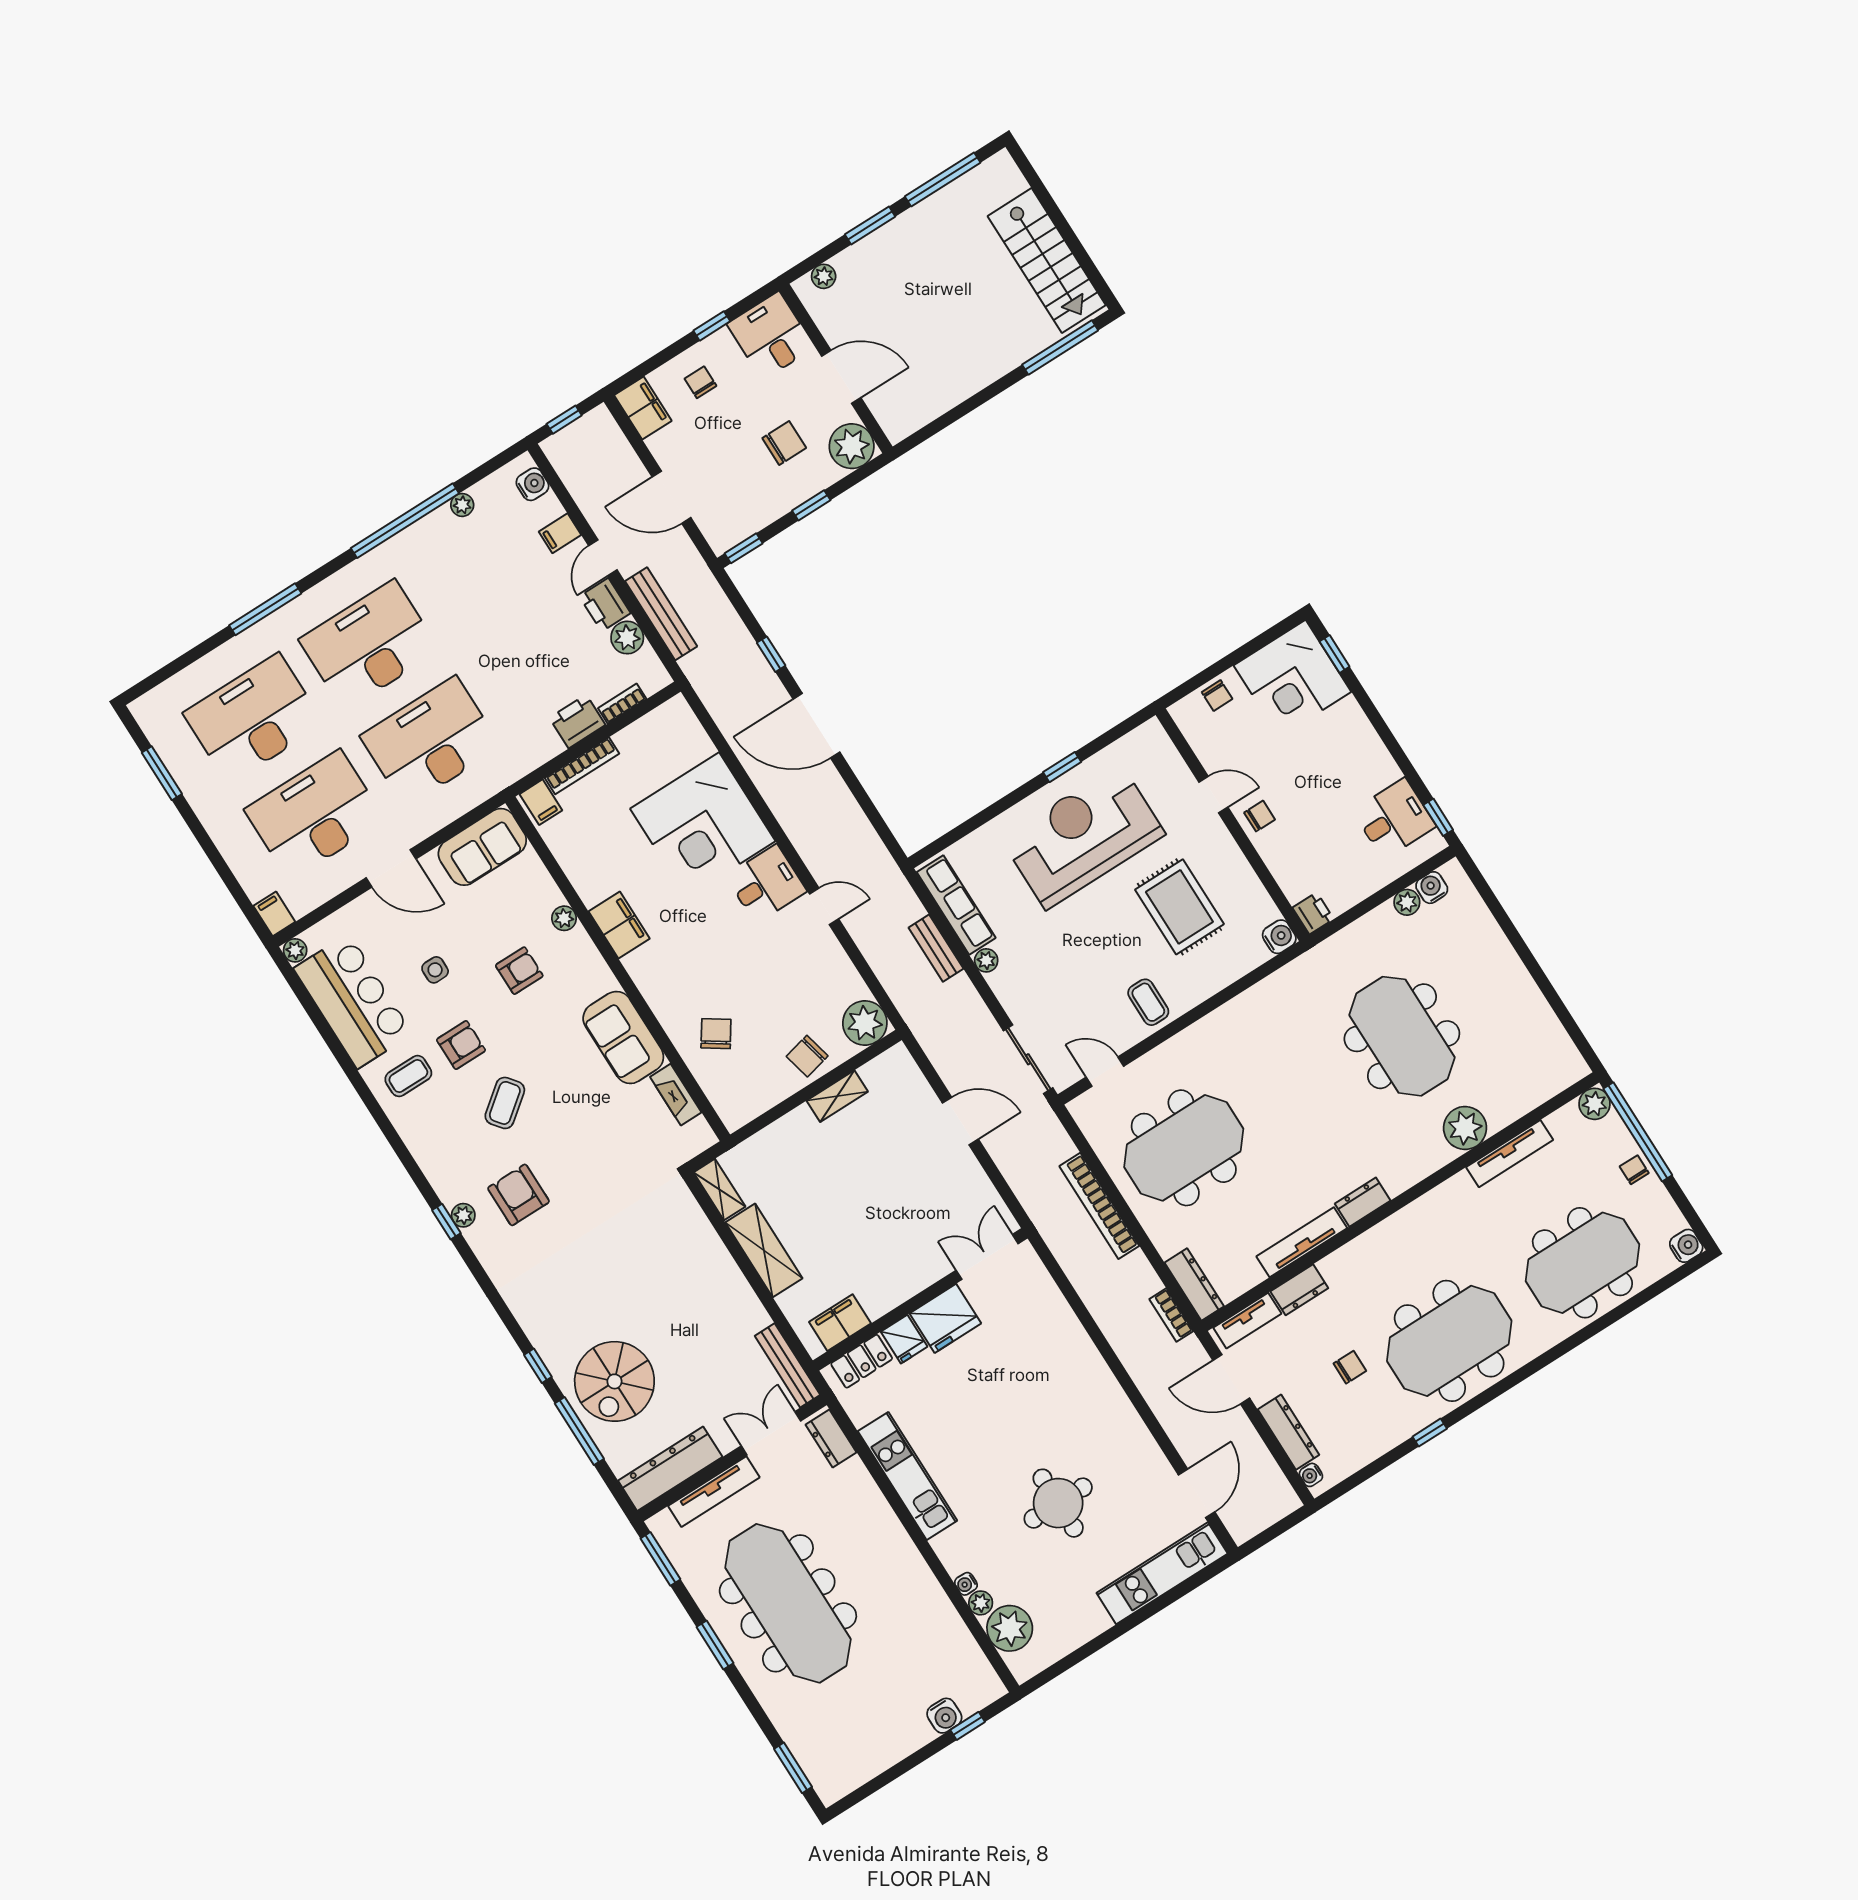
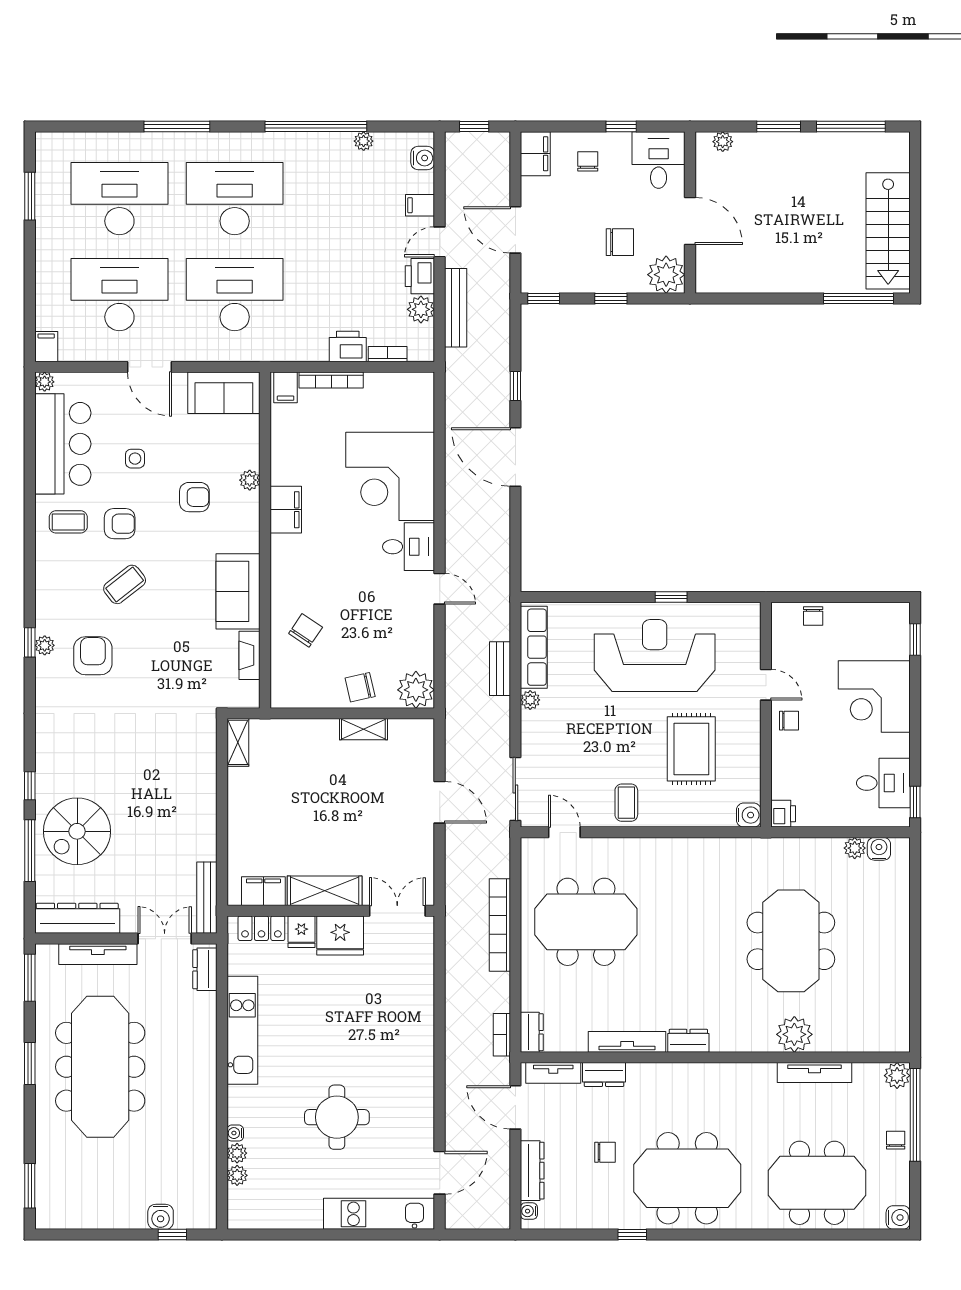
corner desk: (1292, 679) -> (874, 696), moved
shelving: (764, 1250) -> (325, 891), moved, turned 90
dresser: (1194, 1284) -> (532, 1032), width x0.70
plant: (1010, 1628) -> (237, 1175), width x0.53, depth x0.53

